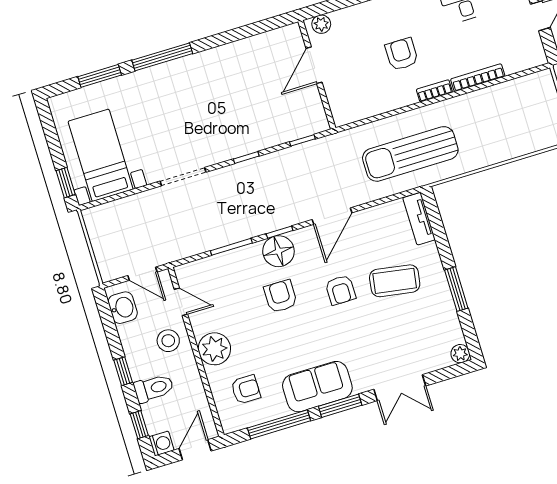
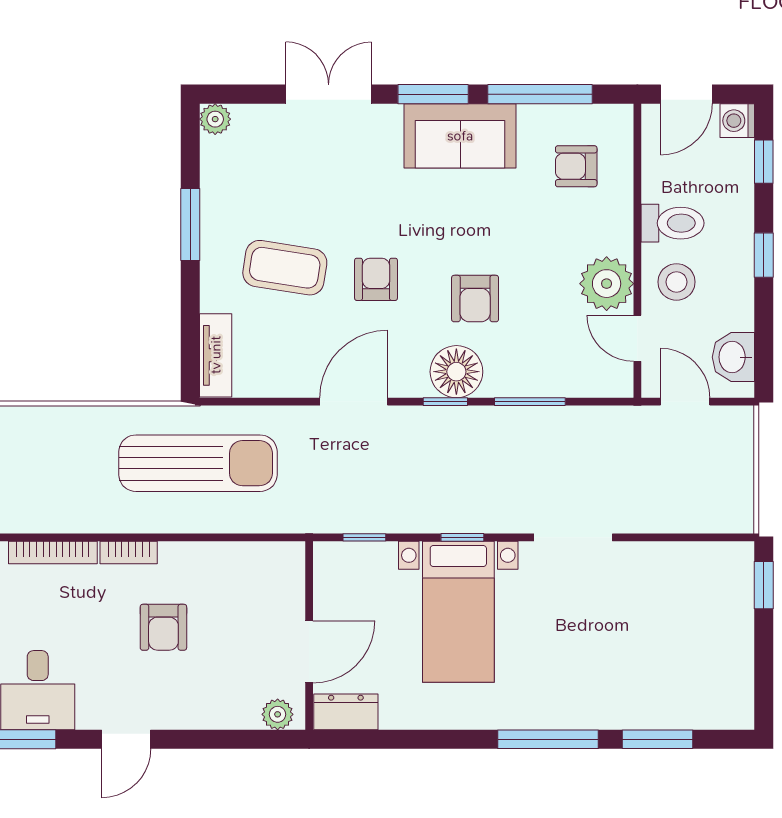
dresser: (283, 37) -> (346, 712), added
bed with nightstands: (101, 155) -> (458, 612), moved
plant: (214, 349) -> (607, 284), moved
toilet: (154, 388) -> (672, 223), moved, turned 180

